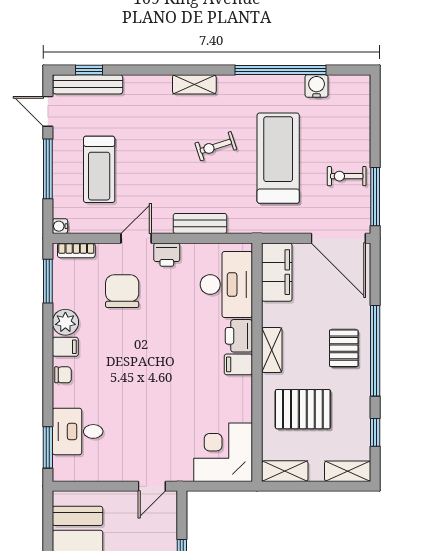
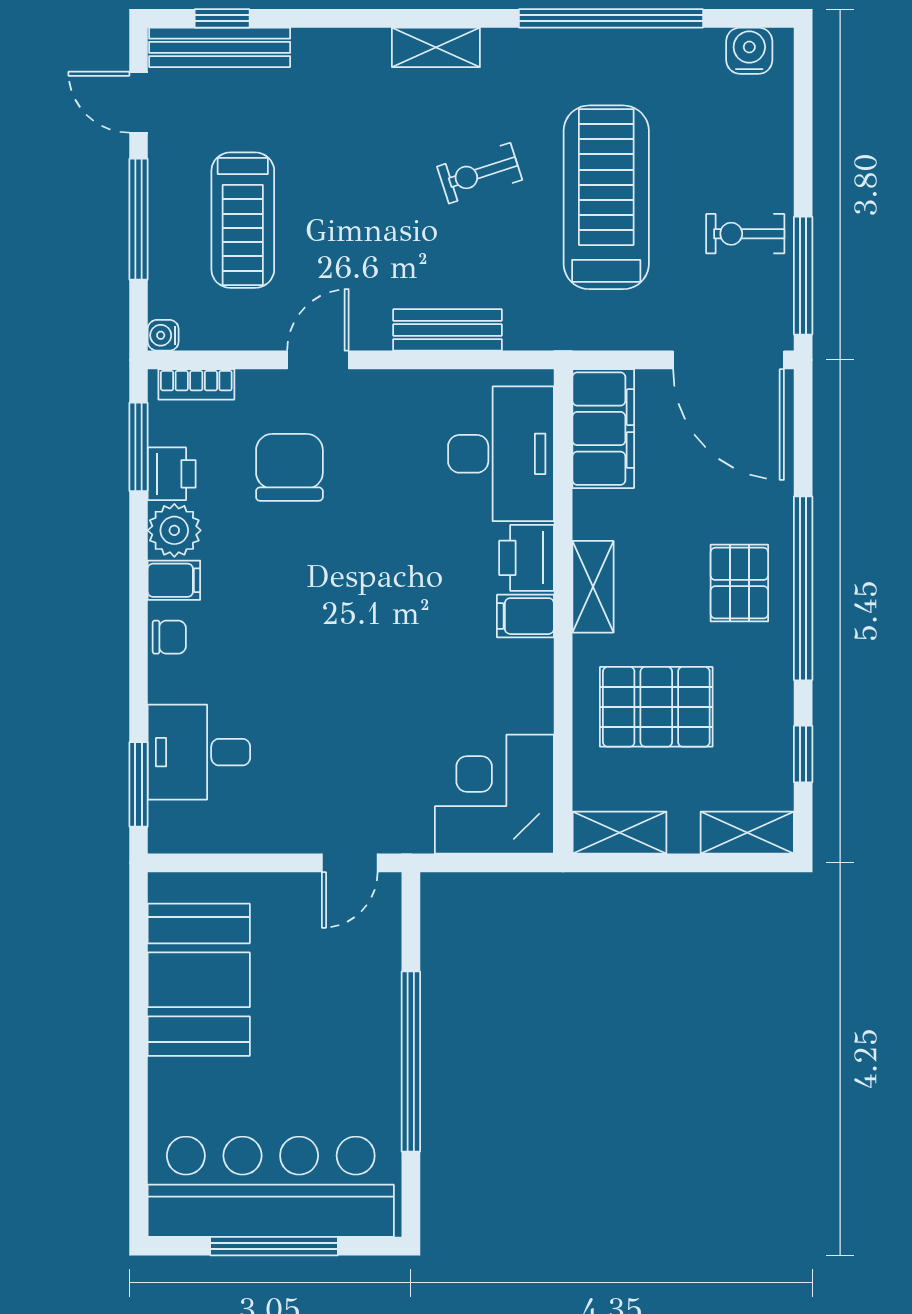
water cooler: (317, 86) -> (749, 51), moved
printer: (167, 255) -> (172, 474), moved, turned -90

